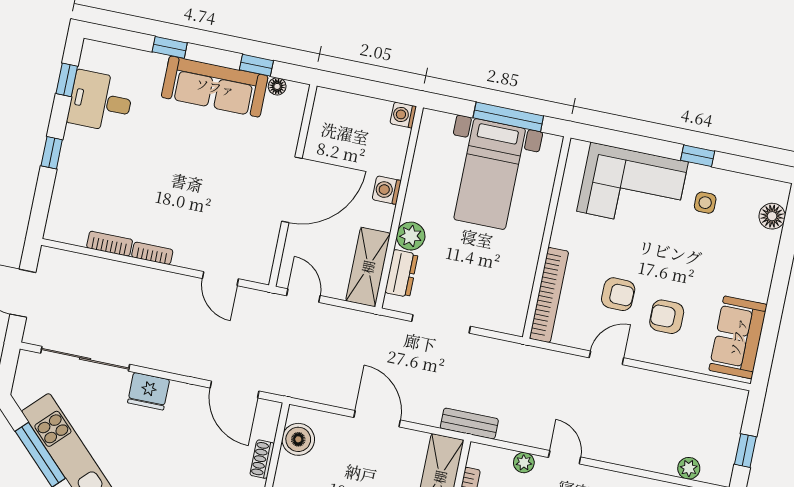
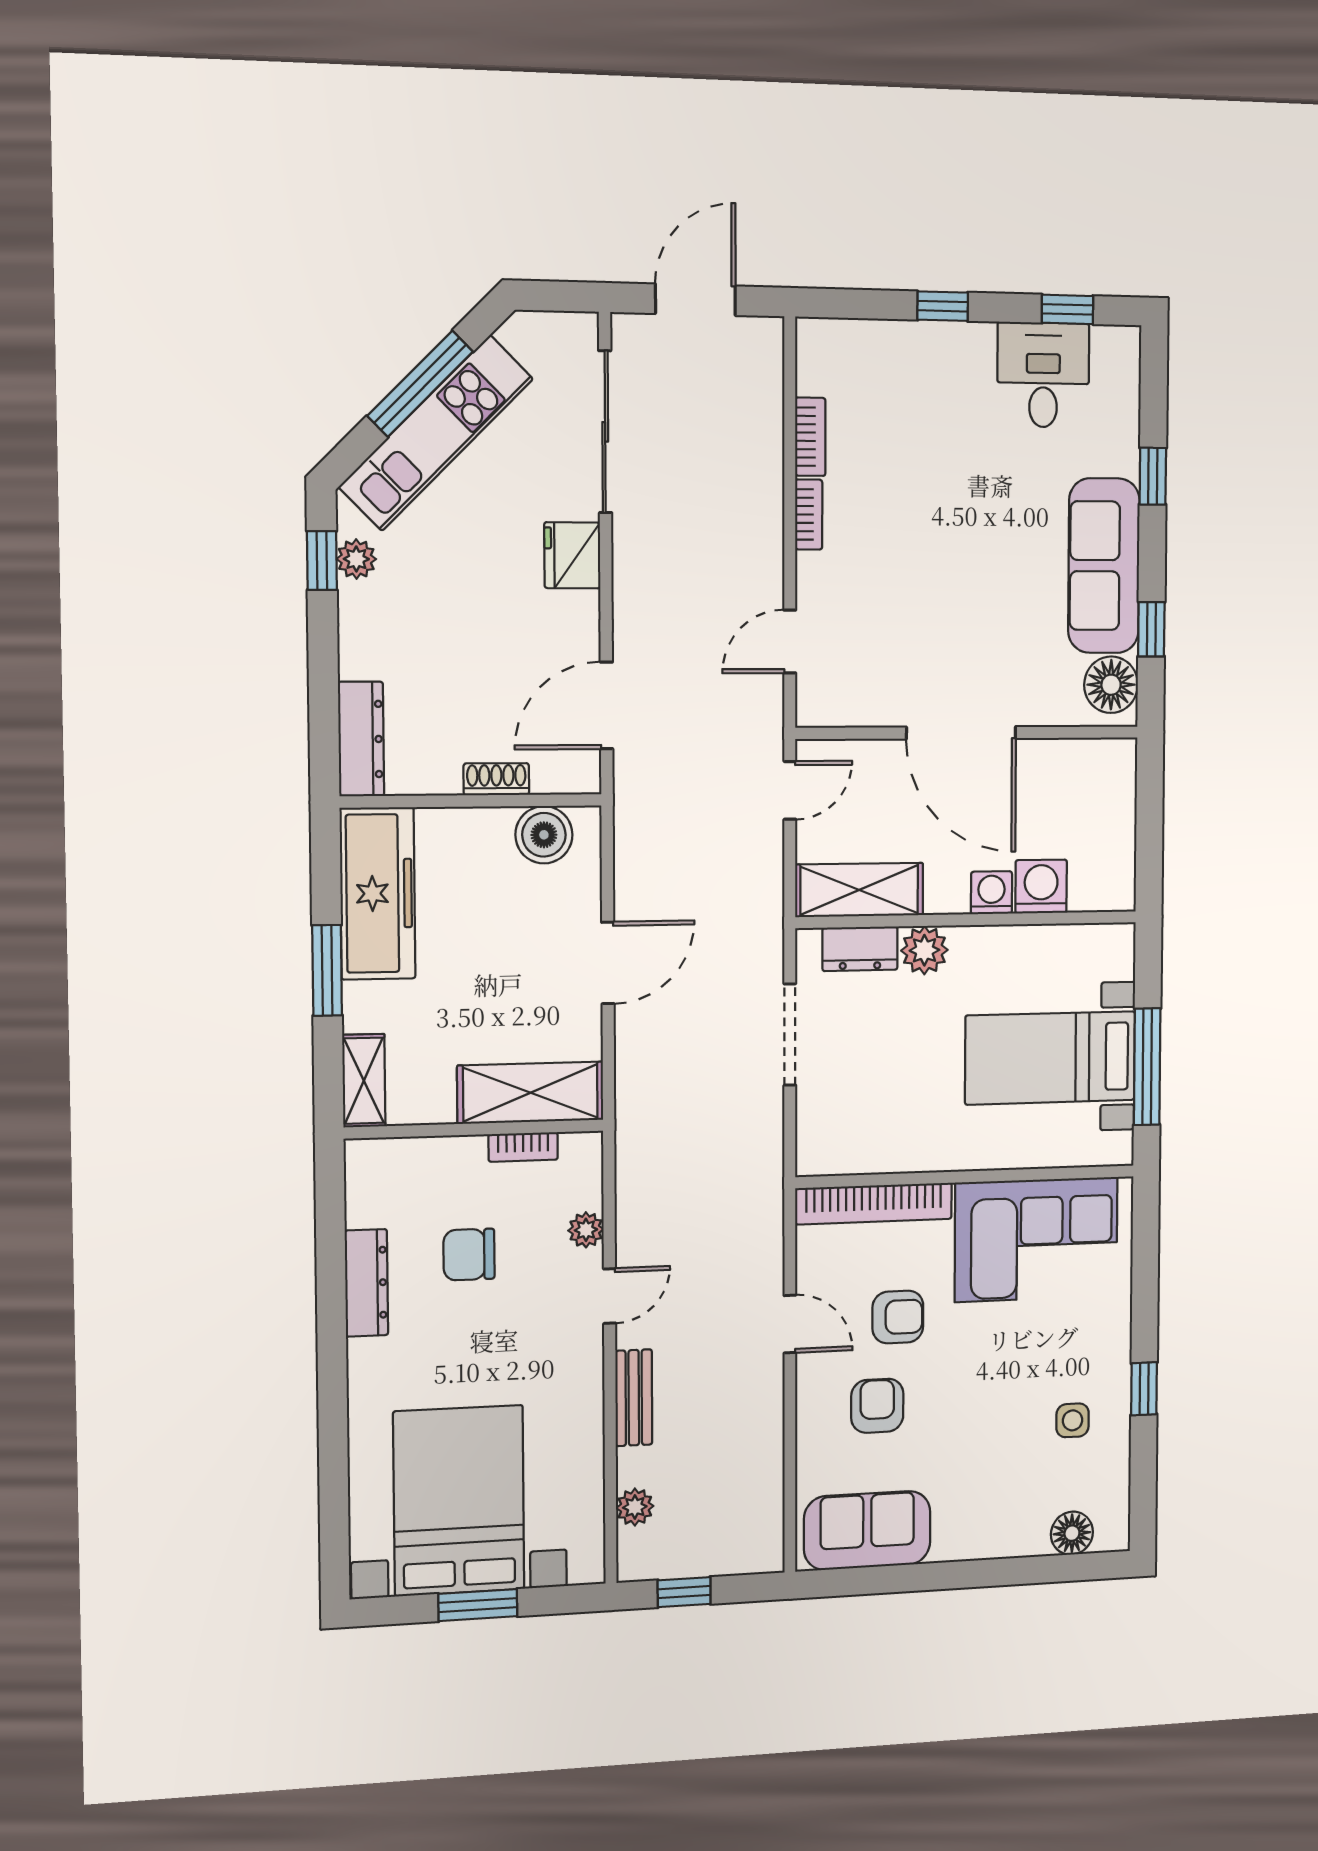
floor lamp: (277, 86) -> (1111, 685), width x1.89, depth x1.89
washing machine: (403, 115) -> (1041, 886), moved, width x1.38, depth x1.38
corner sofa: (632, 187) -> (1036, 1239), moved, turned -90
armchair: (618, 294) -> (898, 1317), turned -91
bench: (469, 424) -> (634, 1398), moved

